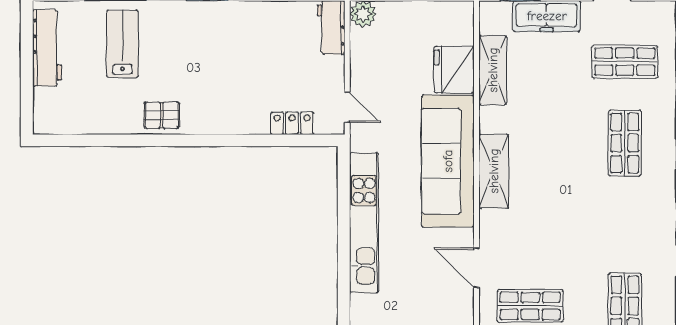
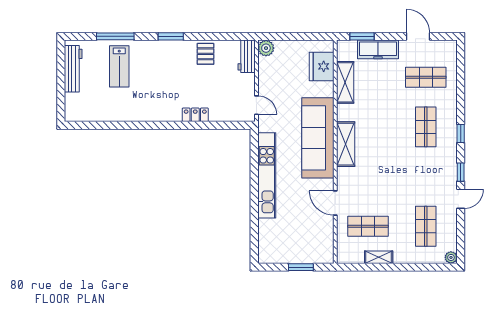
lab bench: (122, 44) -> (119, 66), turned 180
fridge: (454, 70) -> (322, 66), moved
pallet: (162, 115) -> (205, 54), moved, turned 90
locker: (292, 123) -> (195, 115), moved

